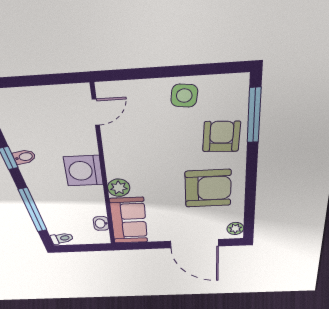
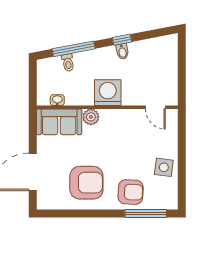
armchair: (208, 188) -> (86, 183), turned -90
plant: (235, 228) -> (47, 203), removed
toilet: (62, 238) -> (68, 63), moved

